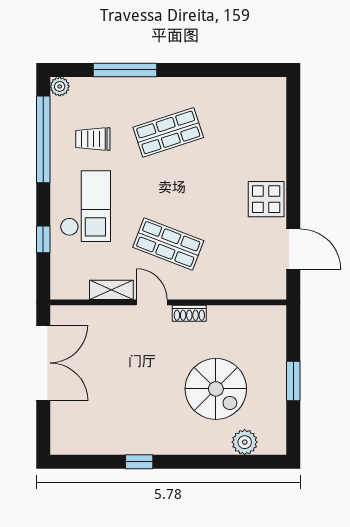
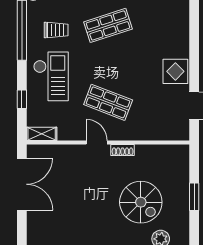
trolley: (93, 139) -> (56, 30), turned 180
shelving: (111, 290) -> (42, 134), moved

